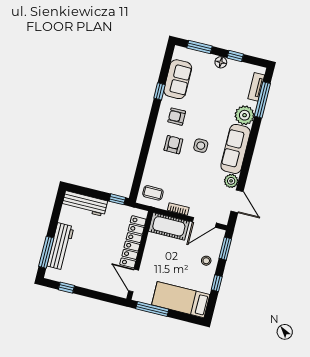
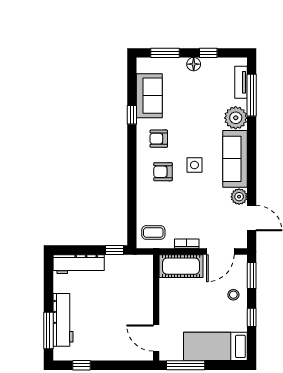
armchair: (173, 145) -> (163, 172), turned -90
locker: (133, 242) -> (144, 294), removed

